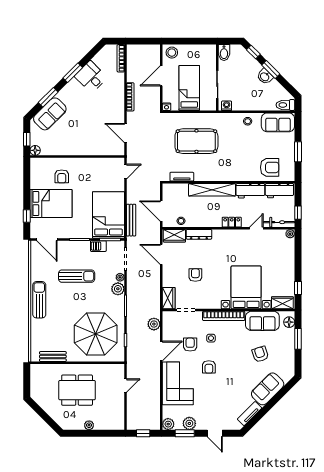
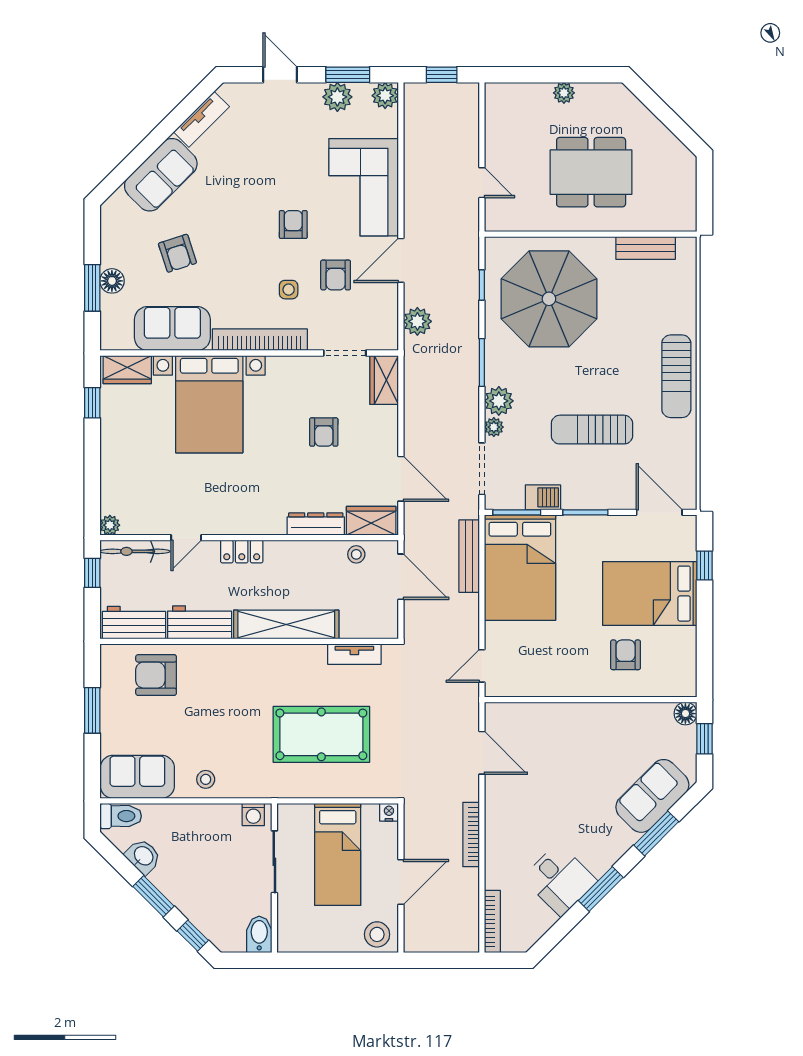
washbasin: (265, 77) -> (143, 856), moved
floor lamp: (289, 322) -> (112, 281), moved
door: (125, 385) -> (482, 183), swing flipped

